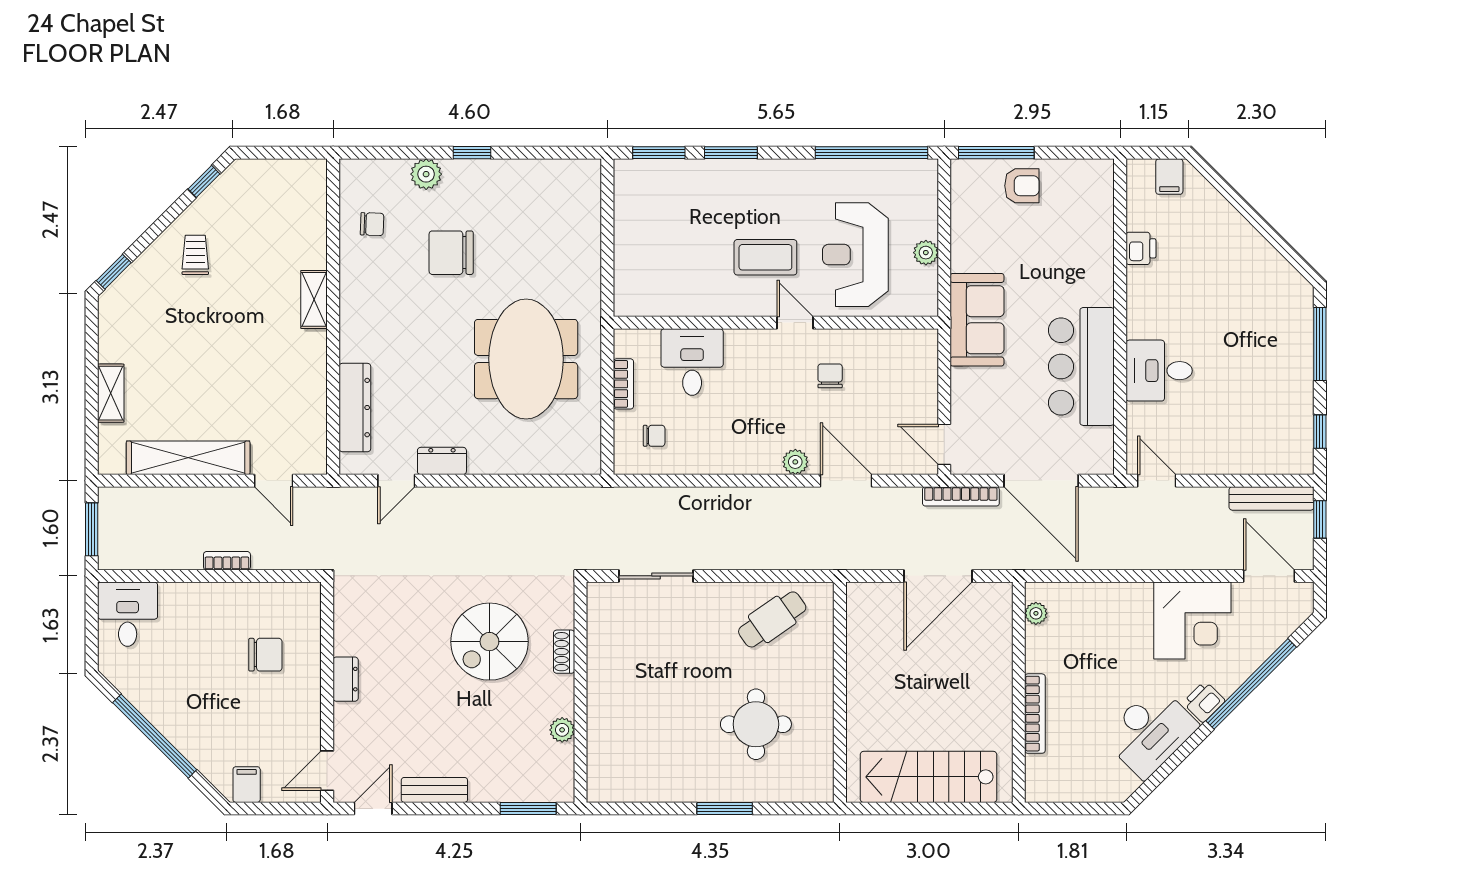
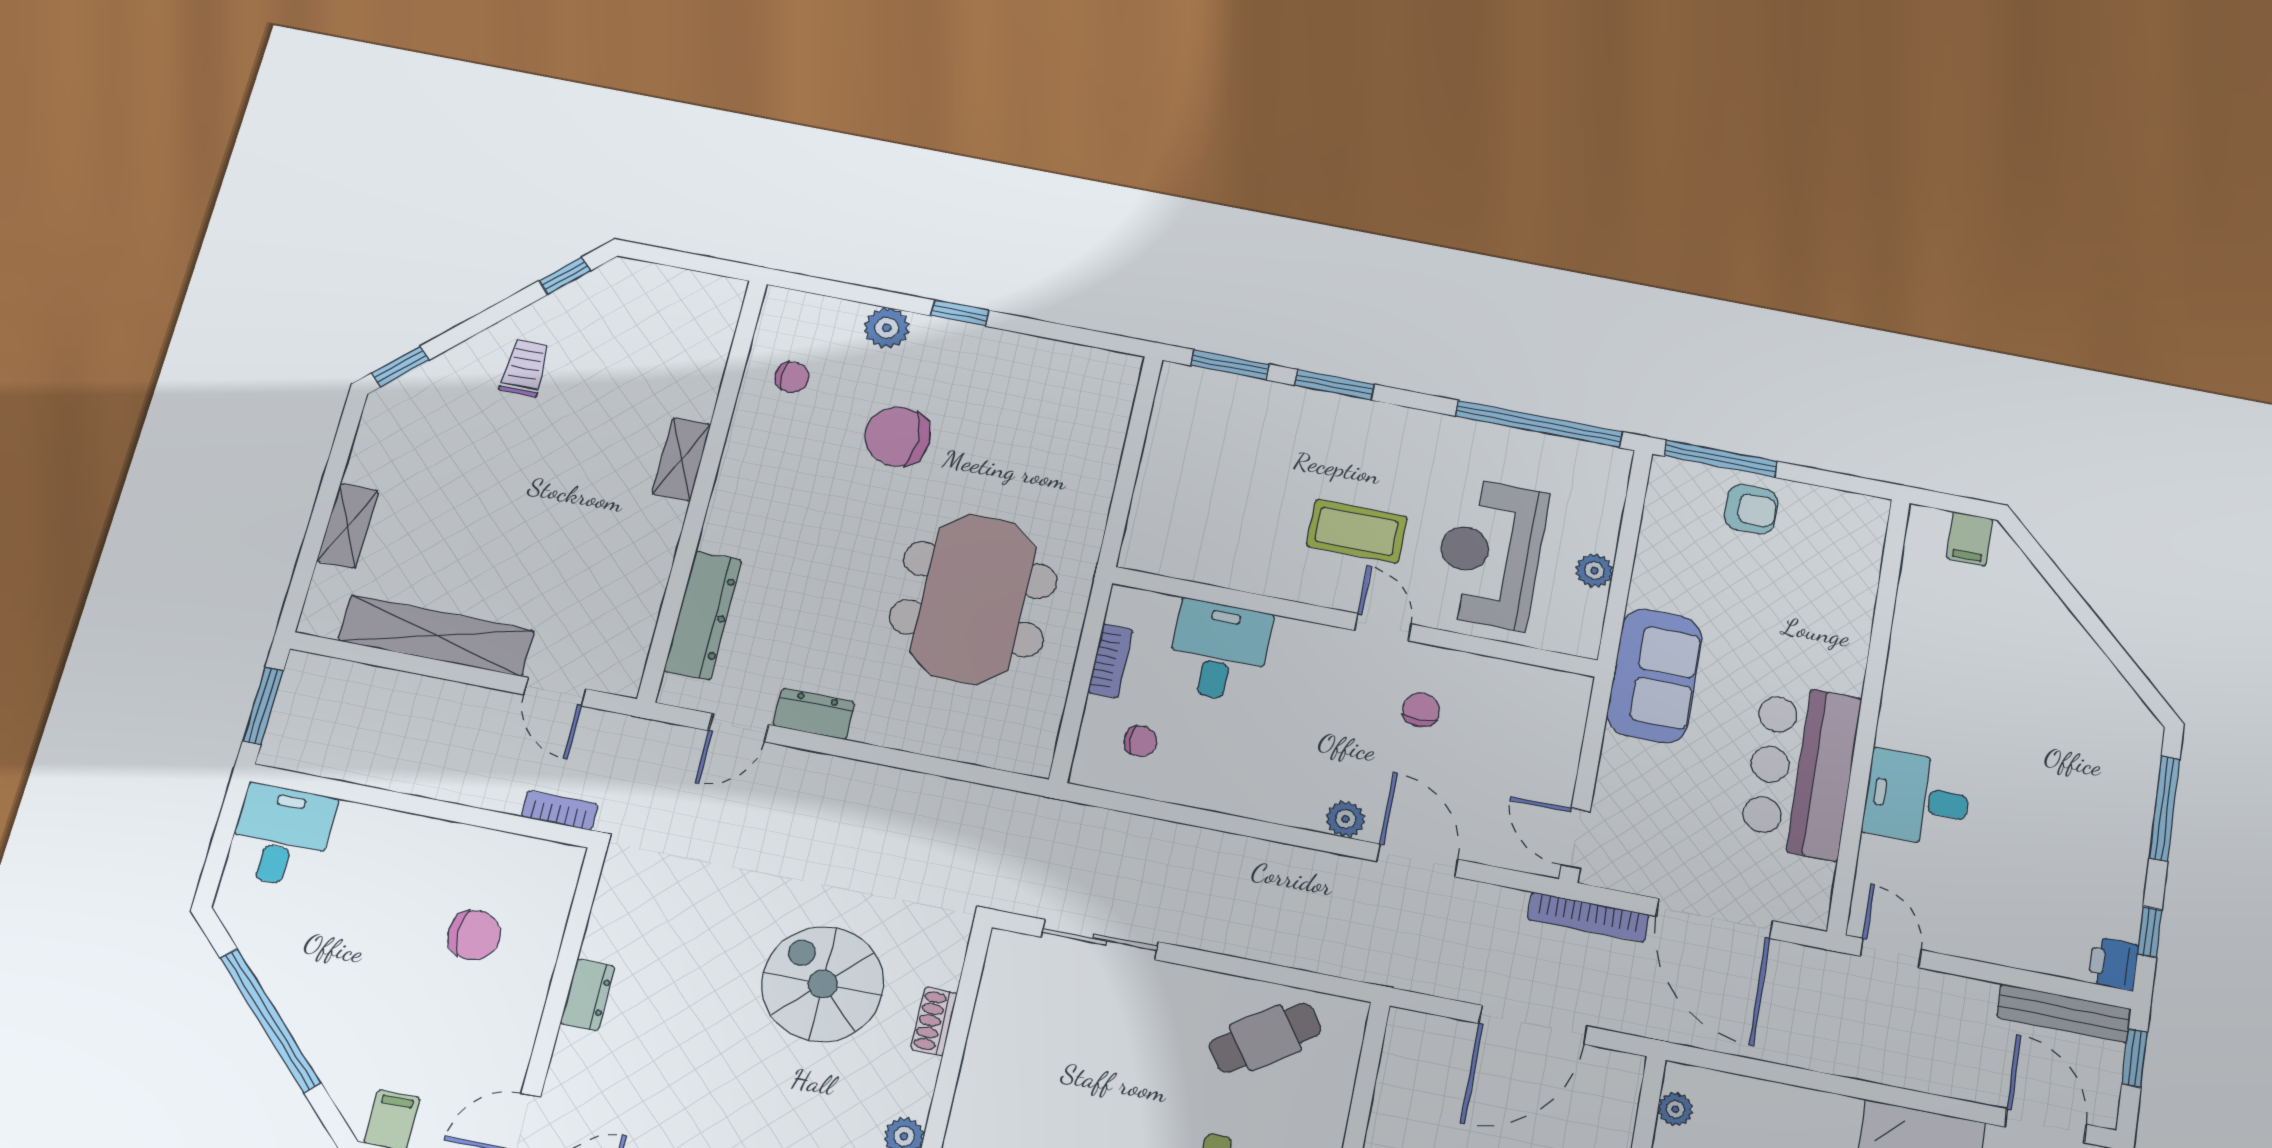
printer: (1141, 248) -> (2113, 964), moved, turned 180
bookcase: (227, 561) -> (560, 810), moved
spiral stairs: (489, 642) -> (823, 984), turned 90

